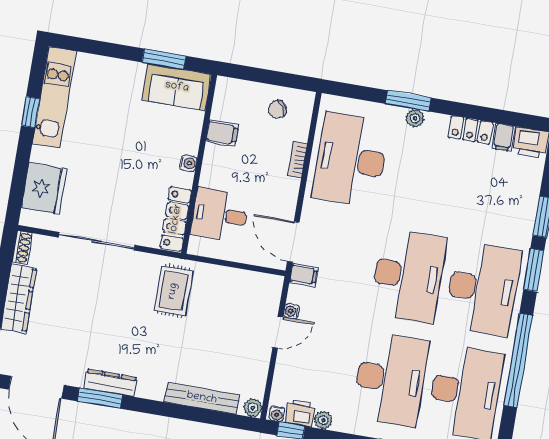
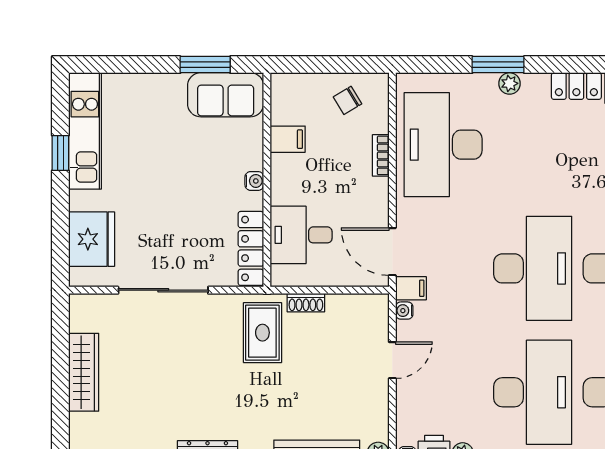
shoe rack: (22, 247) -> (306, 303), moved, turned 90
water cooler: (292, 311) -> (404, 311), moved

